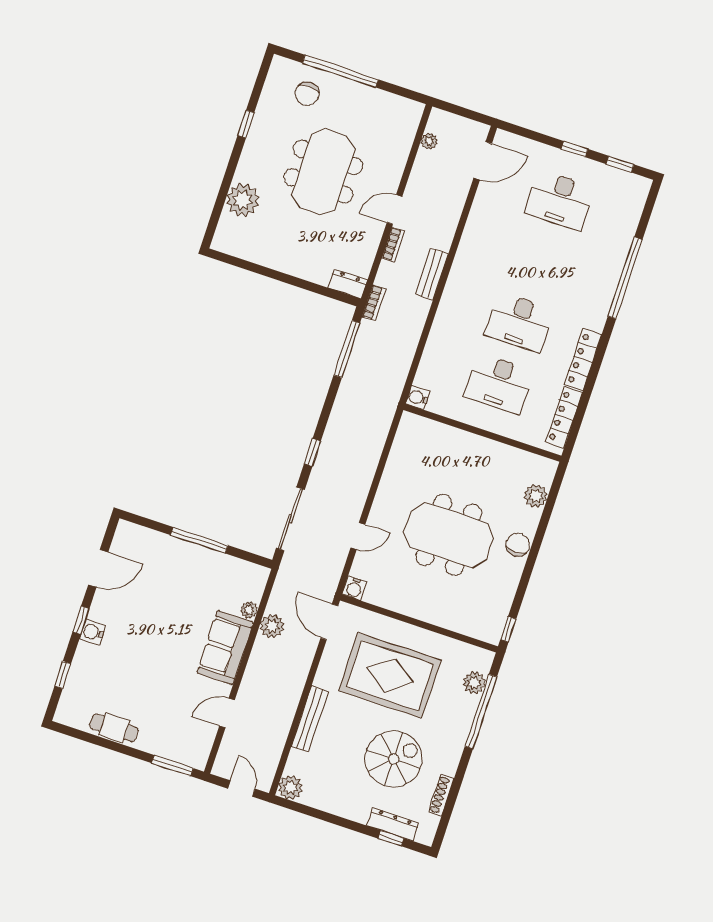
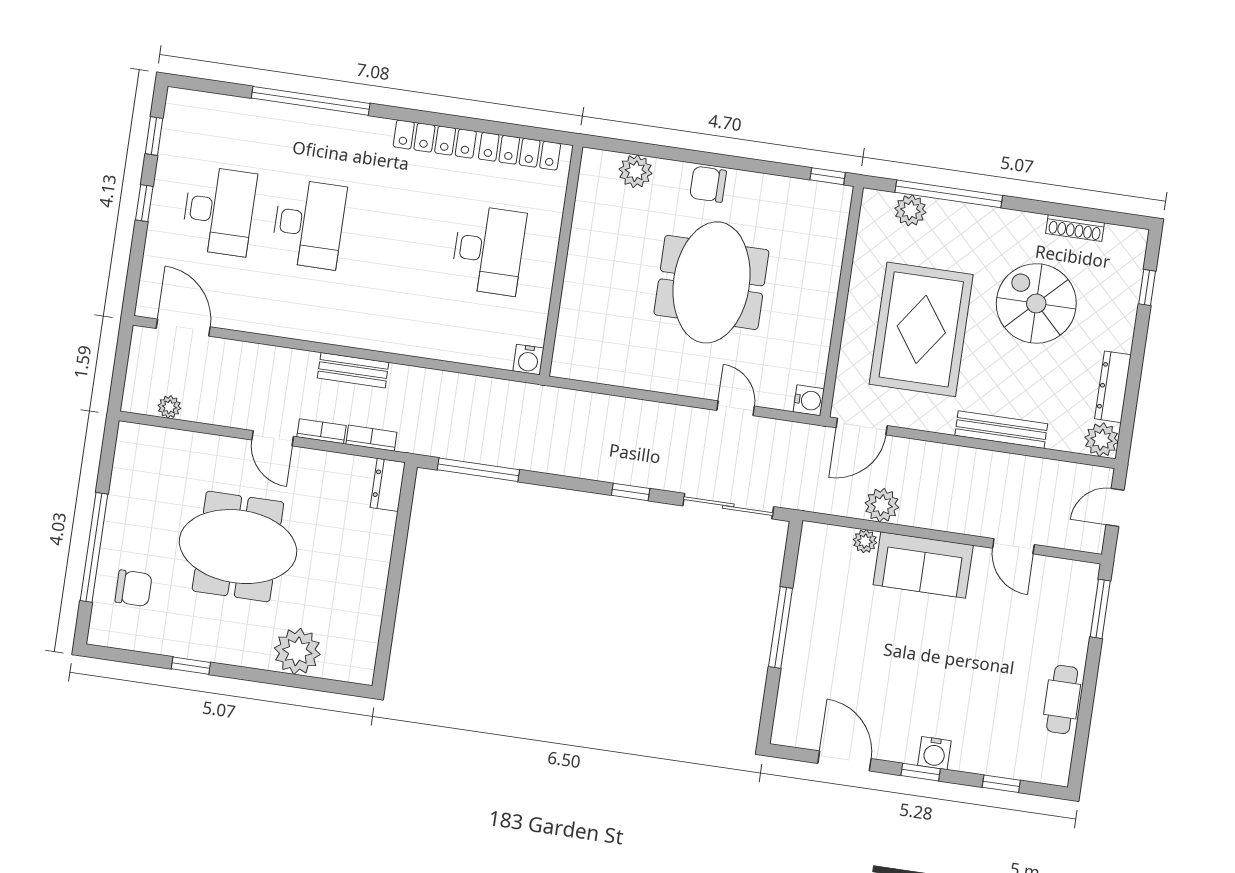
bookcase: (374, 303) -> (371, 438), moved
desk: (519, 322) -> (309, 224), moved
dresser: (393, 824) -> (1113, 387), moved

